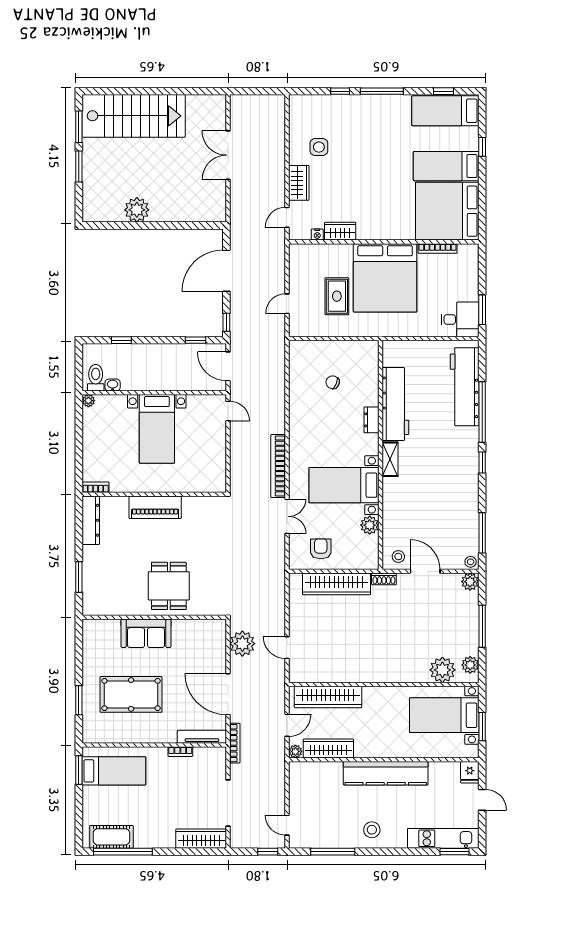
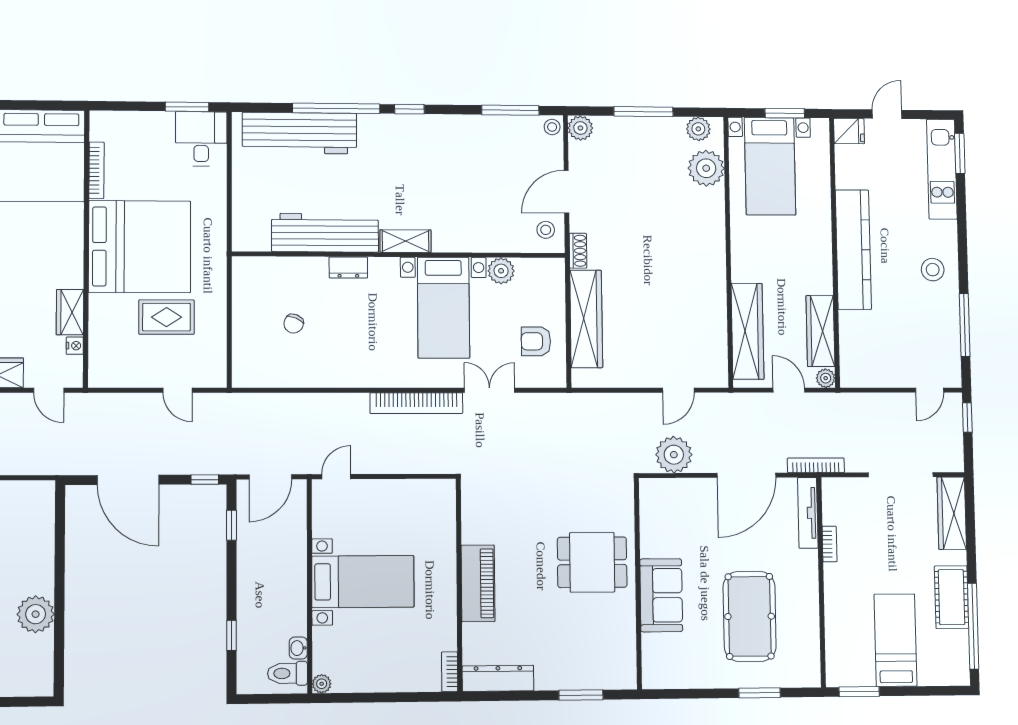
bed: (114, 771) -> (895, 640), moved
cot: (111, 837) -> (951, 597), moved

